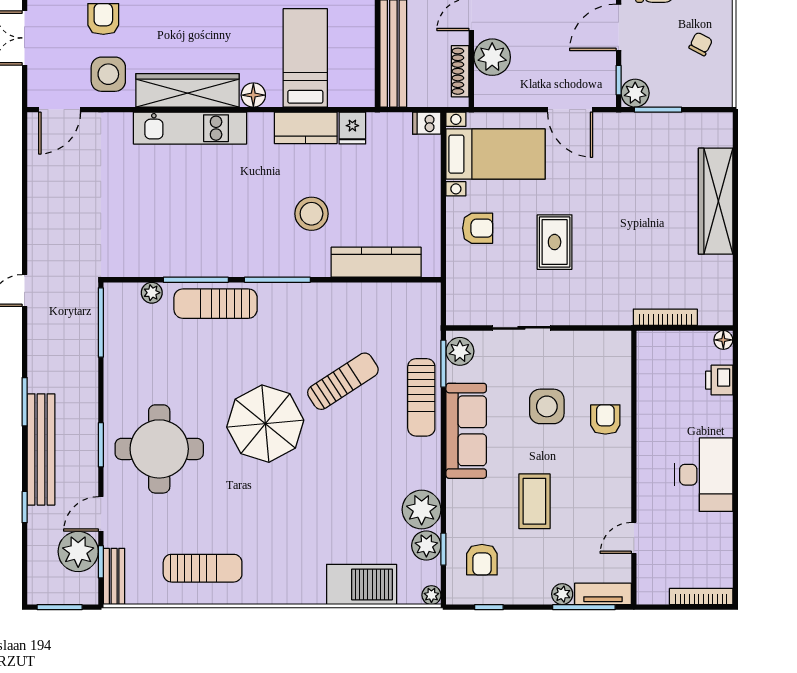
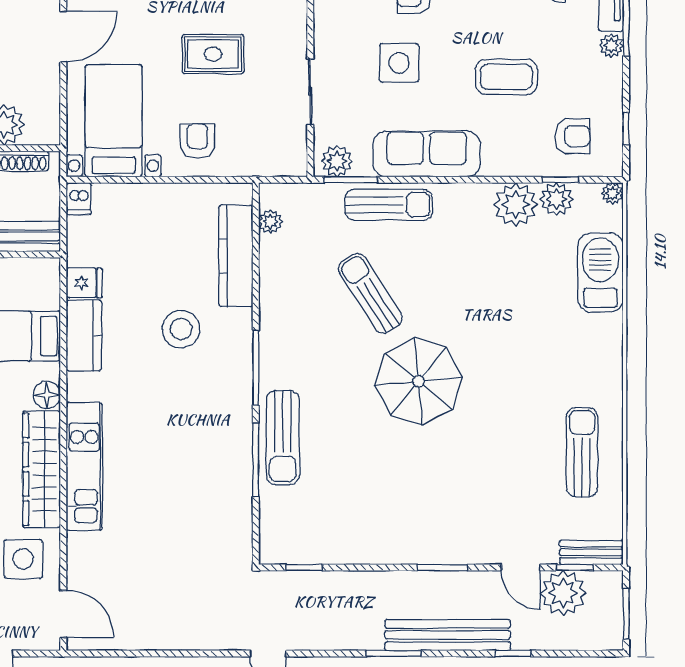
plant: (152, 293) -> (270, 222), moved
window: (101, 322) -> (304, 567), width x0.46
round table: (159, 449) -> (447, 501), removed

